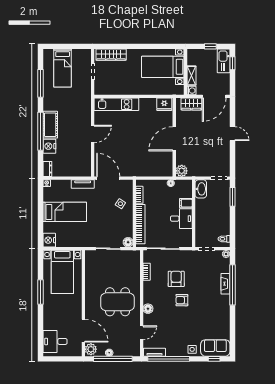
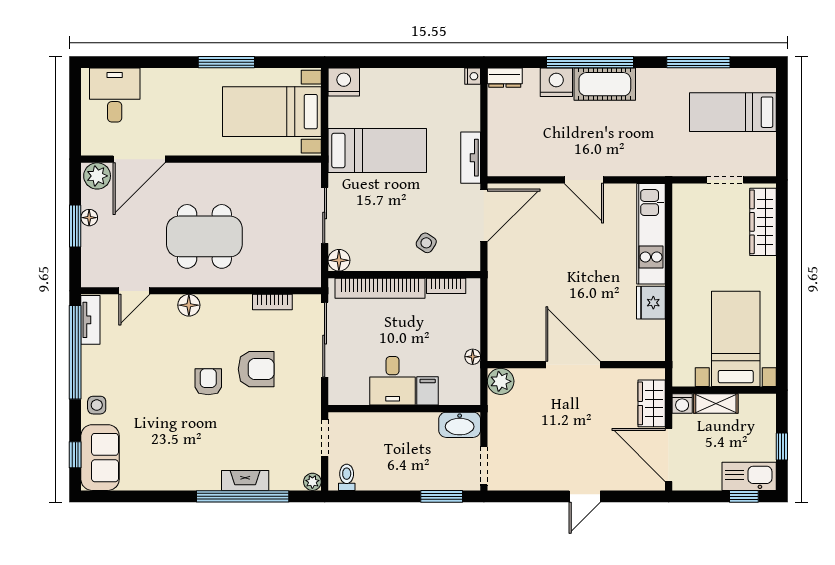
fridge: (164, 104) -> (651, 303), moved
bed: (65, 212) -> (377, 150), moved, turned -90
dining table: (118, 302) -> (204, 236), turned 90
door: (142, 333) -> (134, 291), hinge flipped
window: (113, 359) -> (75, 226), width x0.47

